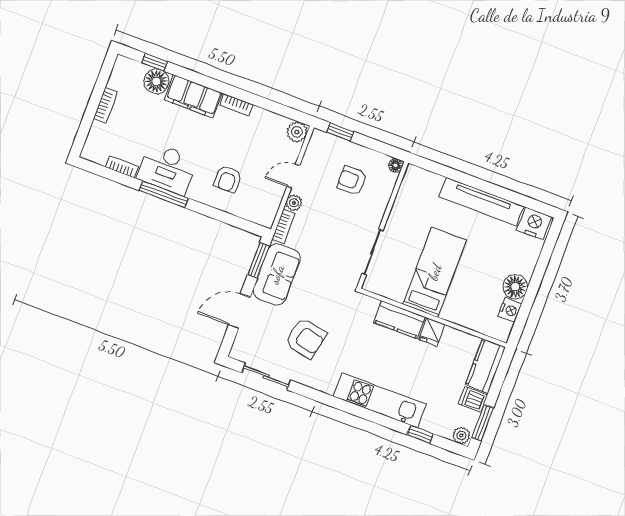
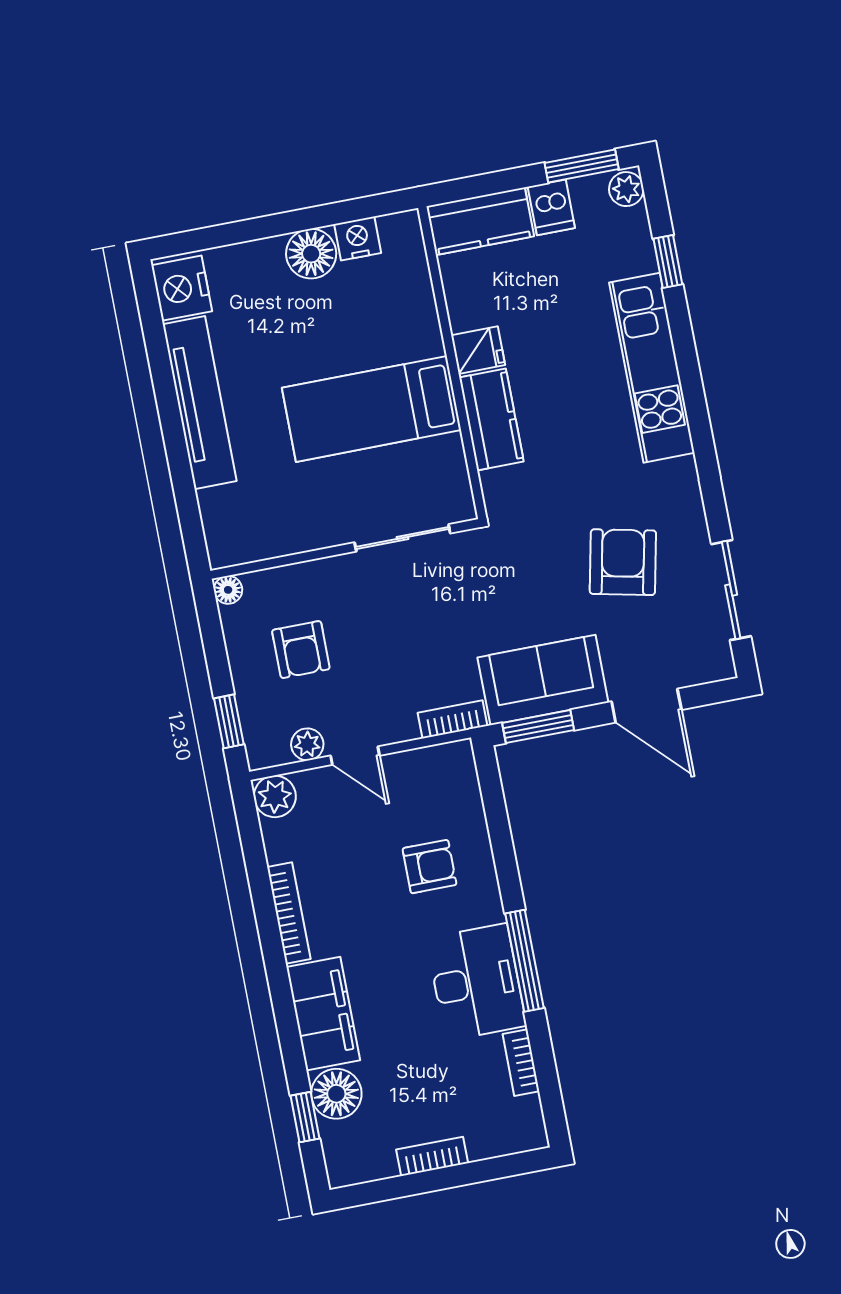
bookcase: (236, 105) -> (289, 913), width x1.56
plant: (294, 203) -> (307, 744), moved

